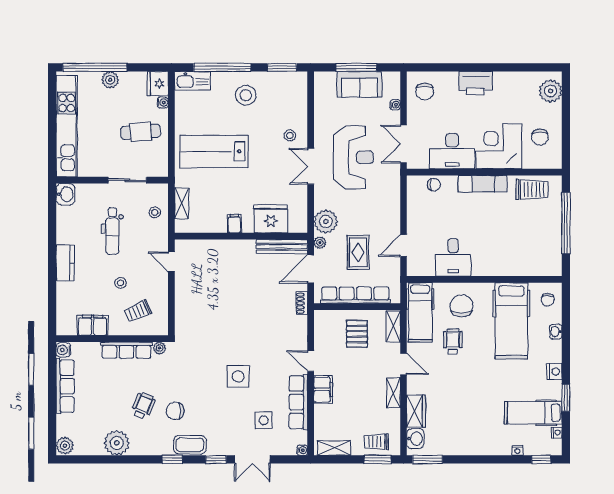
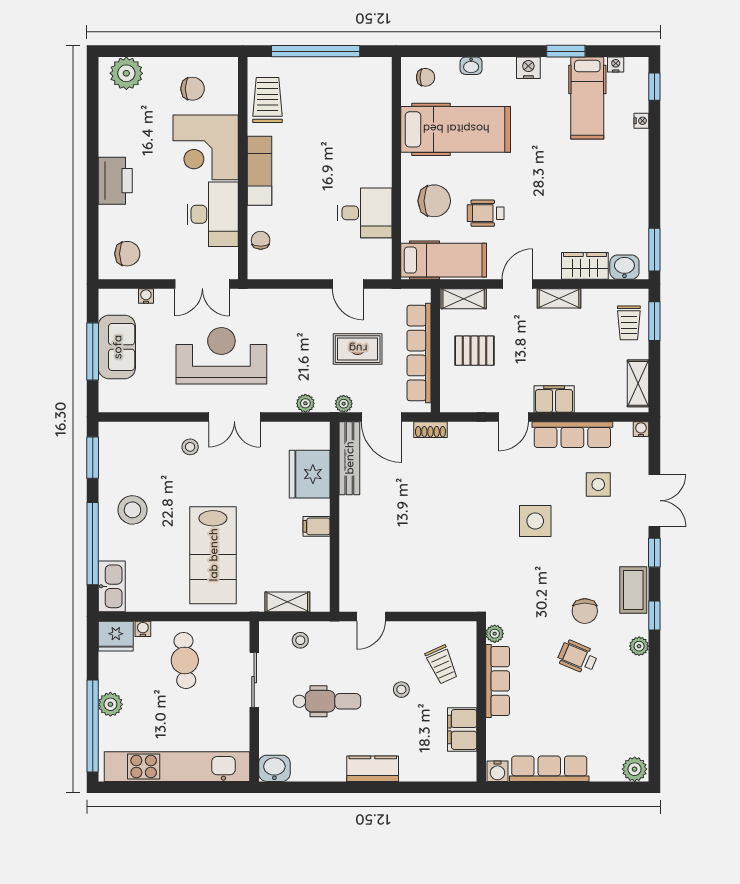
plant: (326, 221) -> (305, 403), width x0.53, depth x0.53
chair: (462, 306) -> (434, 201), turned 180
plant: (117, 443) -> (639, 646), moved, width x0.53, depth x0.53

